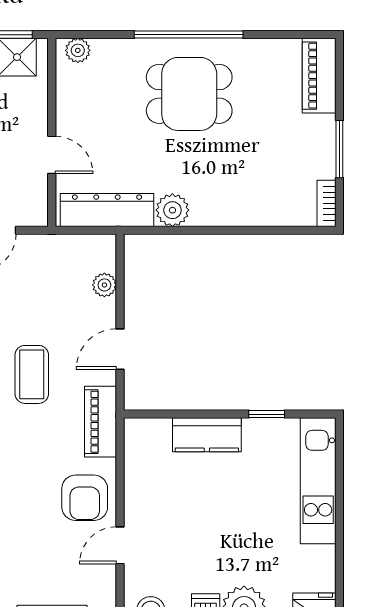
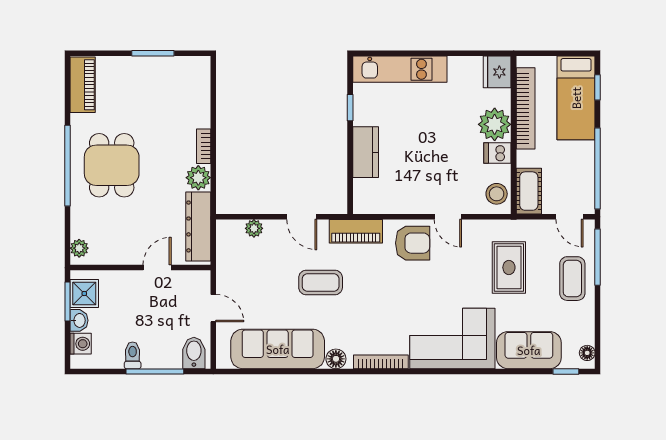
piano: (319, 76) -> (83, 85), moved, turned -90
bookcase: (327, 203) -> (204, 146), moved, turned 90

